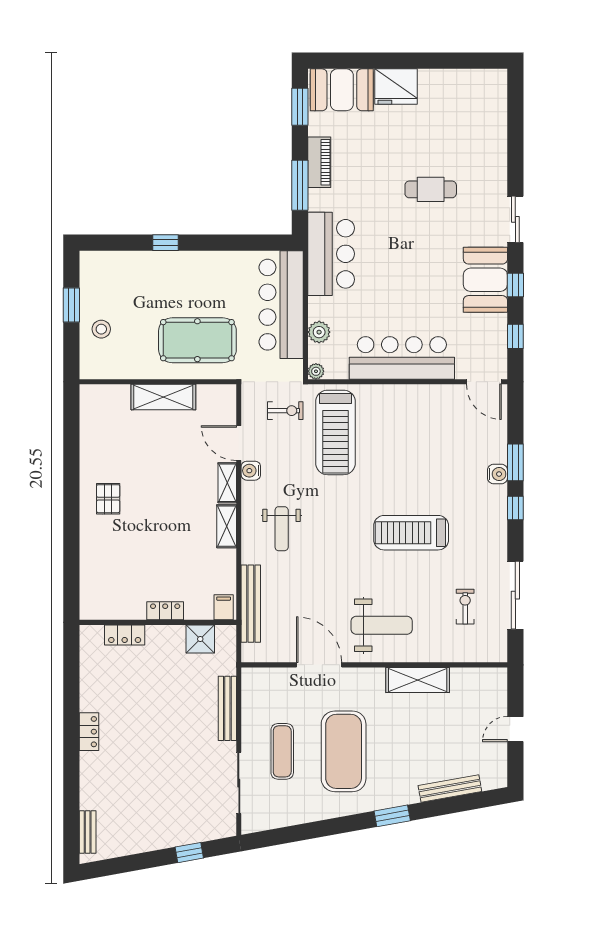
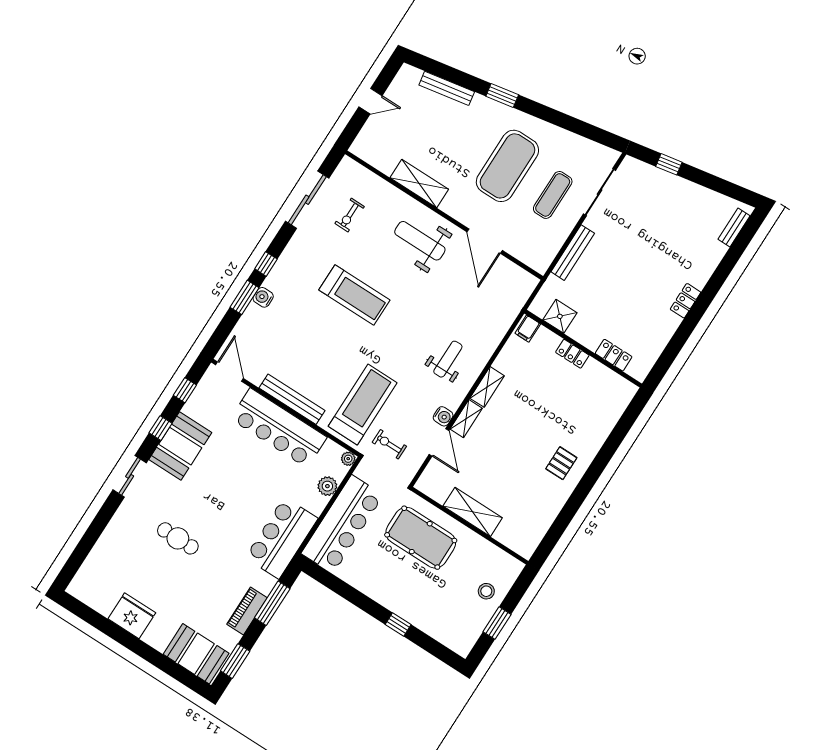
fridge: (396, 87) -> (132, 616), moved
bench: (251, 604) -> (292, 399), moved, turned 90

